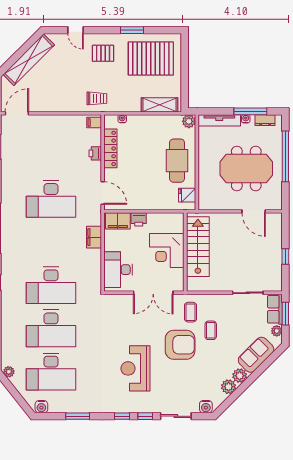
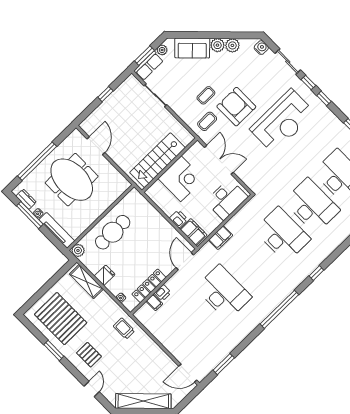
filing cabinet: (94, 123) -> (154, 302), moved
fridge: (187, 195) -> (105, 275), moved, turned -90
reception desk: (135, 368) -> (282, 121), width x1.36, depth x1.30

